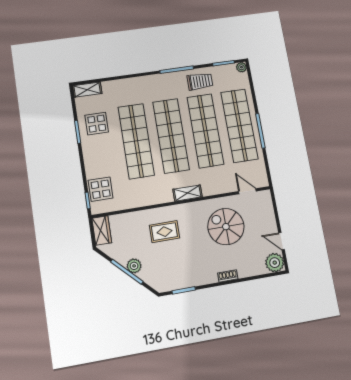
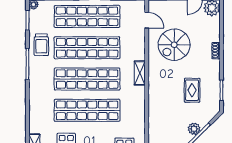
trolley: (200, 81) -> (41, 45), turned 180
door: (247, 191) -> (147, 20), swing flipped
rug: (164, 232) -> (192, 90), moved

